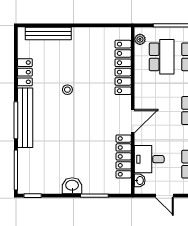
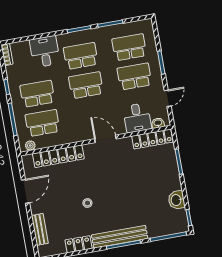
door: (92, 25) -> (25, 191), added
bench: (48, 34) -> (40, 229), width x0.73
locker: (124, 156) -> (152, 139), moved
washbasin: (72, 186) -> (176, 200), moved

